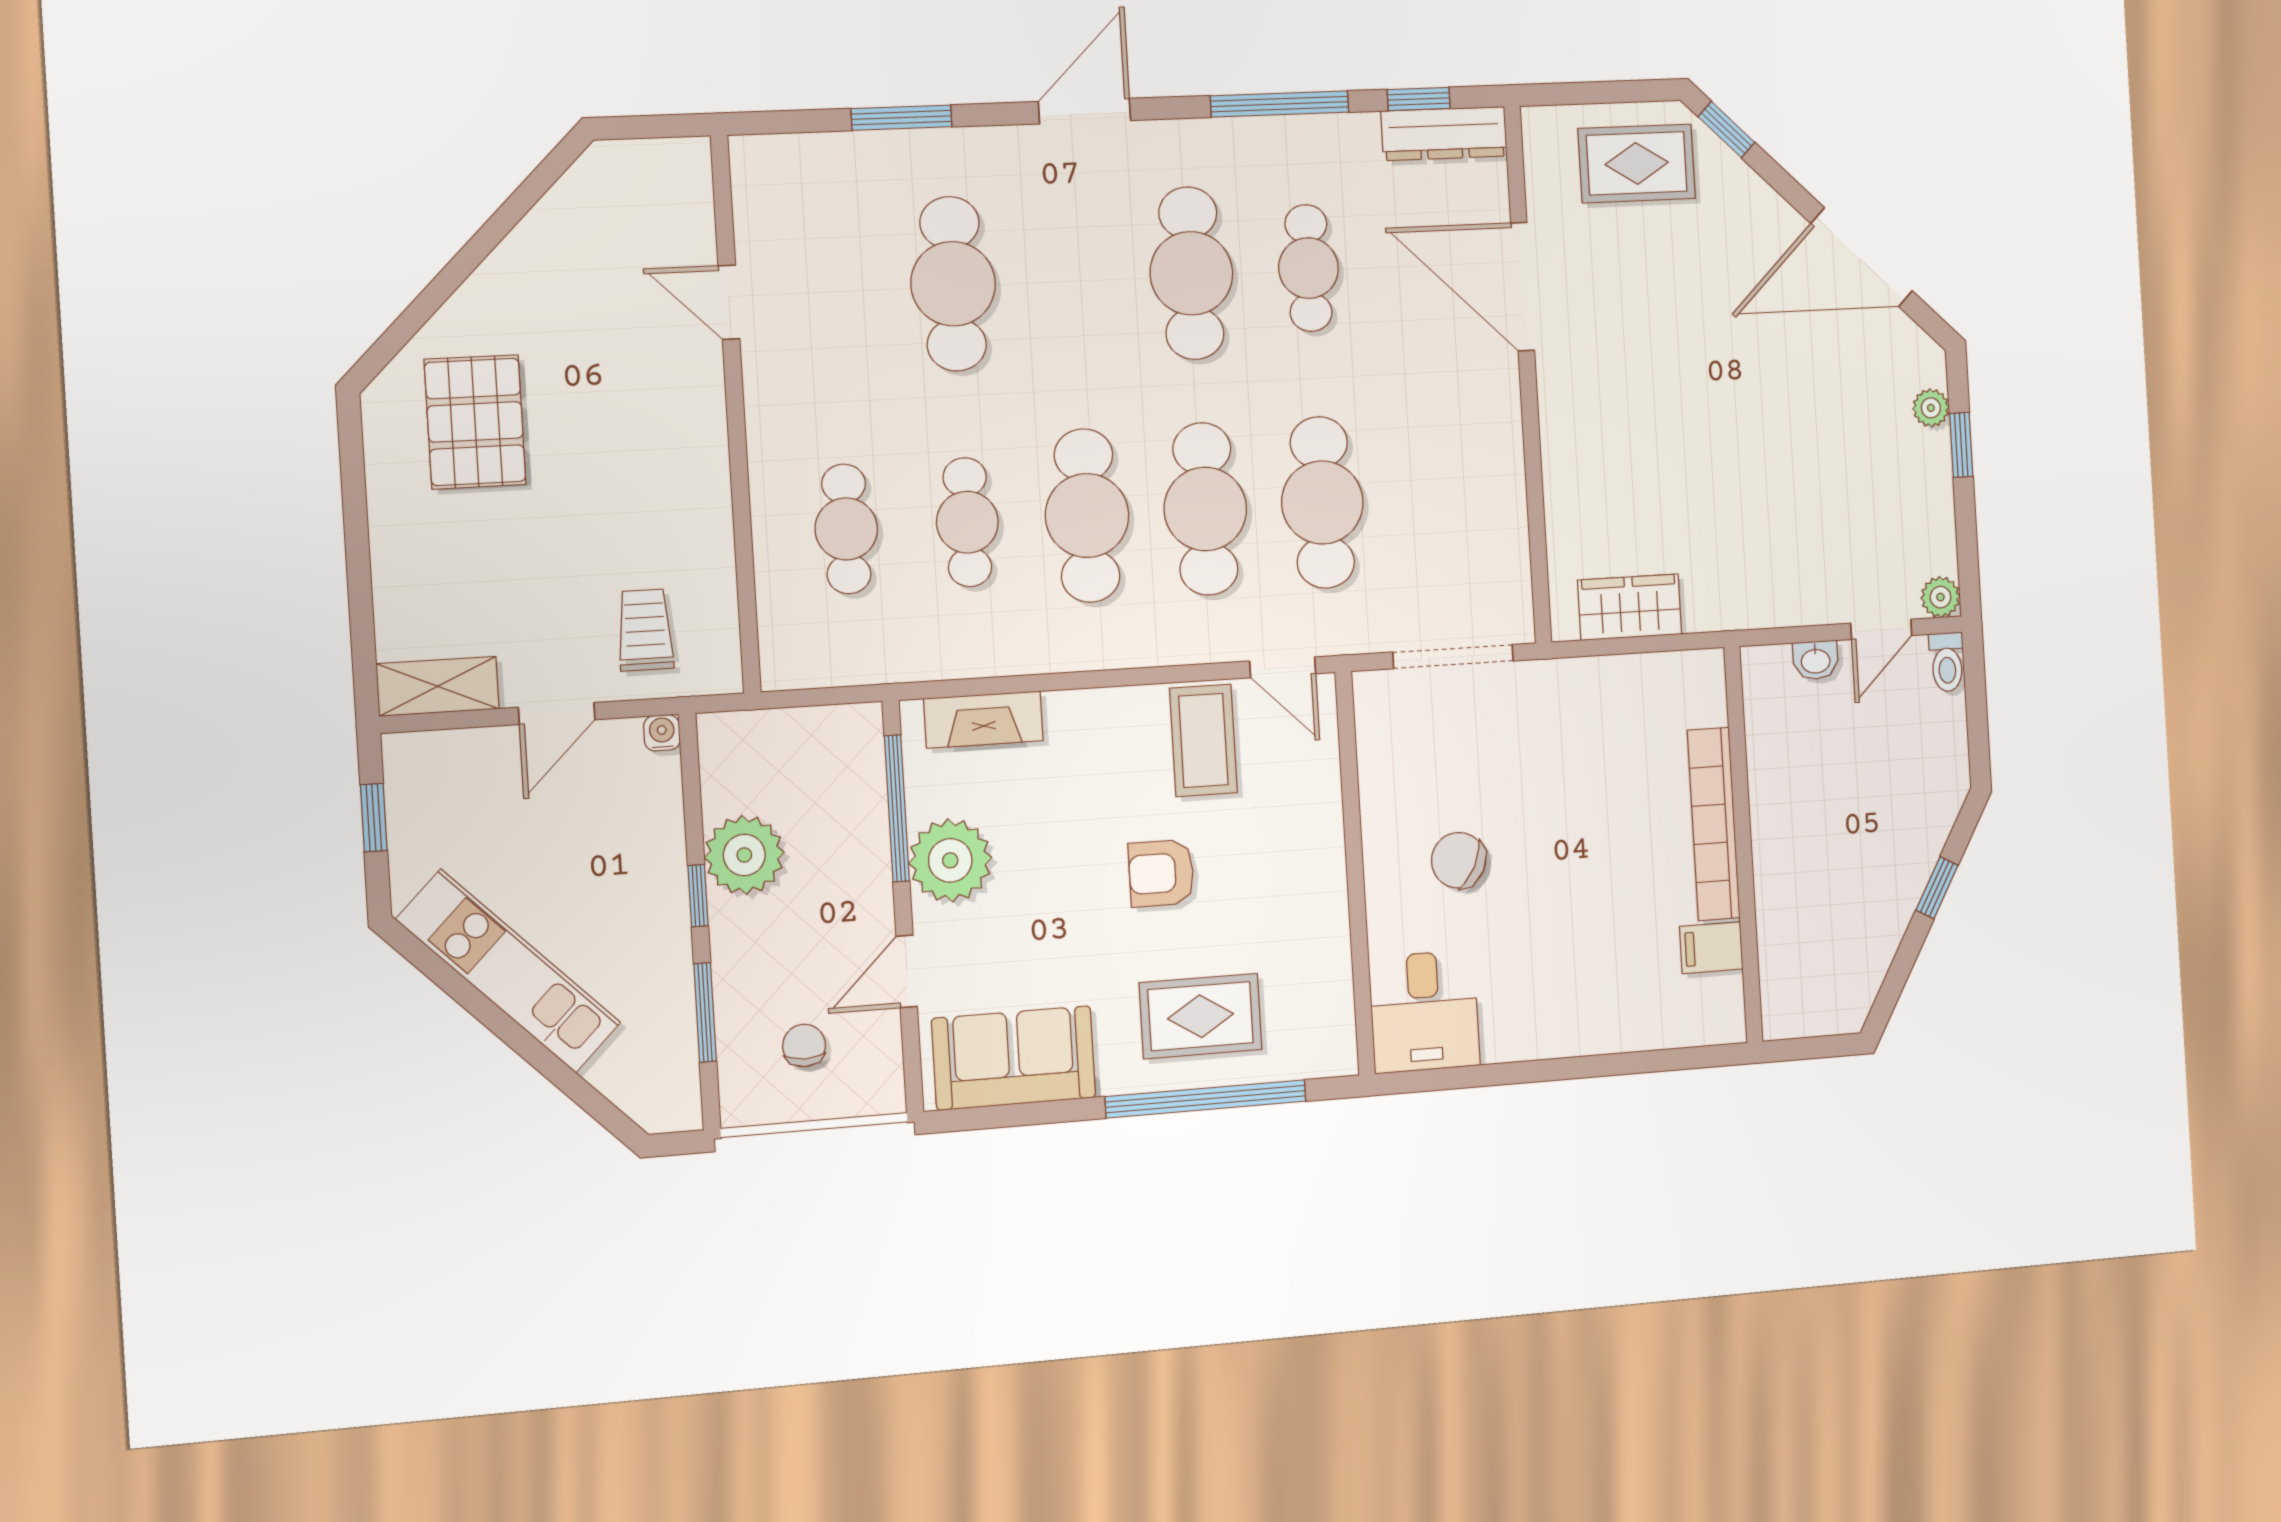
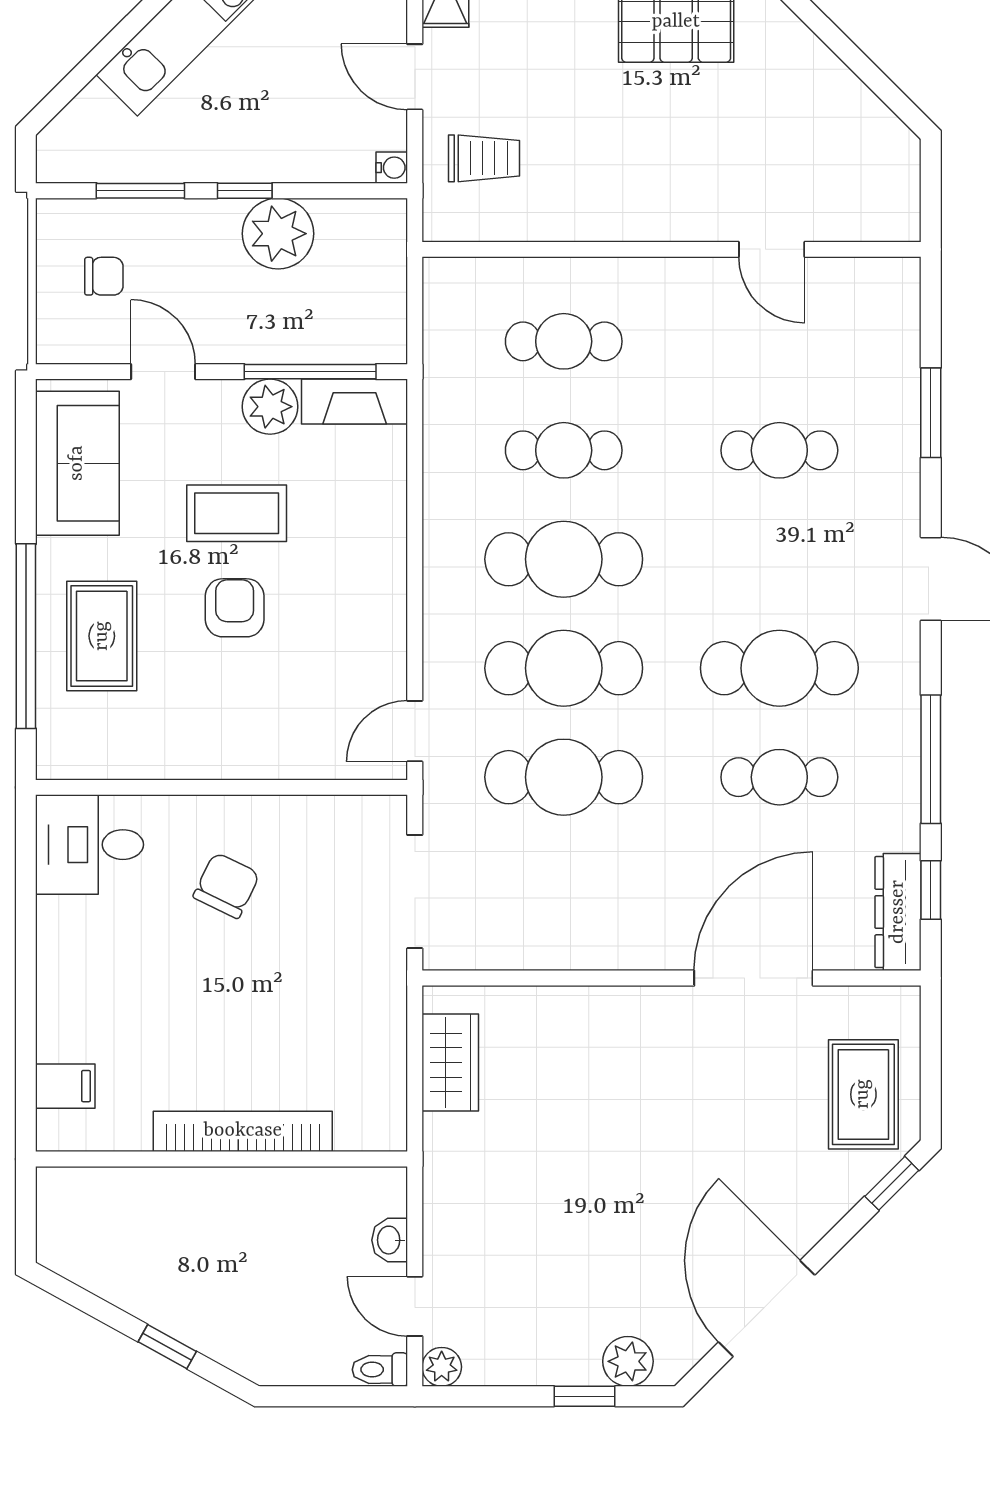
cafe table: (953, 284) -> (779, 450), width x0.73, depth x0.74
door: (729, 302) -> (772, 249), swing flipped
plant: (1931, 408) -> (628, 1361), width x1.38, depth x1.38
fireplace: (984, 720) -> (355, 402), moved, turned -90
coffee table: (1203, 740) -> (237, 513), moved
plant: (950, 860) -> (270, 407), width x0.73, depth x0.73
filing cabinet: (1711, 948) -> (65, 1086), moved, turned 90

